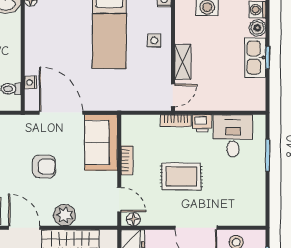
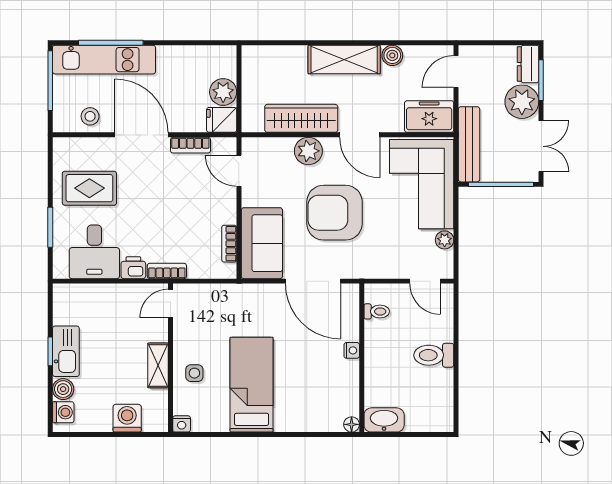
shelving: (183, 62) -> (158, 365), moved
nightstand: (31, 83) -> (352, 350), moved
bookcase: (127, 160) -> (229, 244), moved
armchair: (44, 167) -> (335, 213), width x1.88, depth x1.88
rug: (181, 176) -> (89, 188), moved
floor lamp: (133, 219) -> (221, 146), removed
bookcase: (157, 220) -> (190, 145), added

